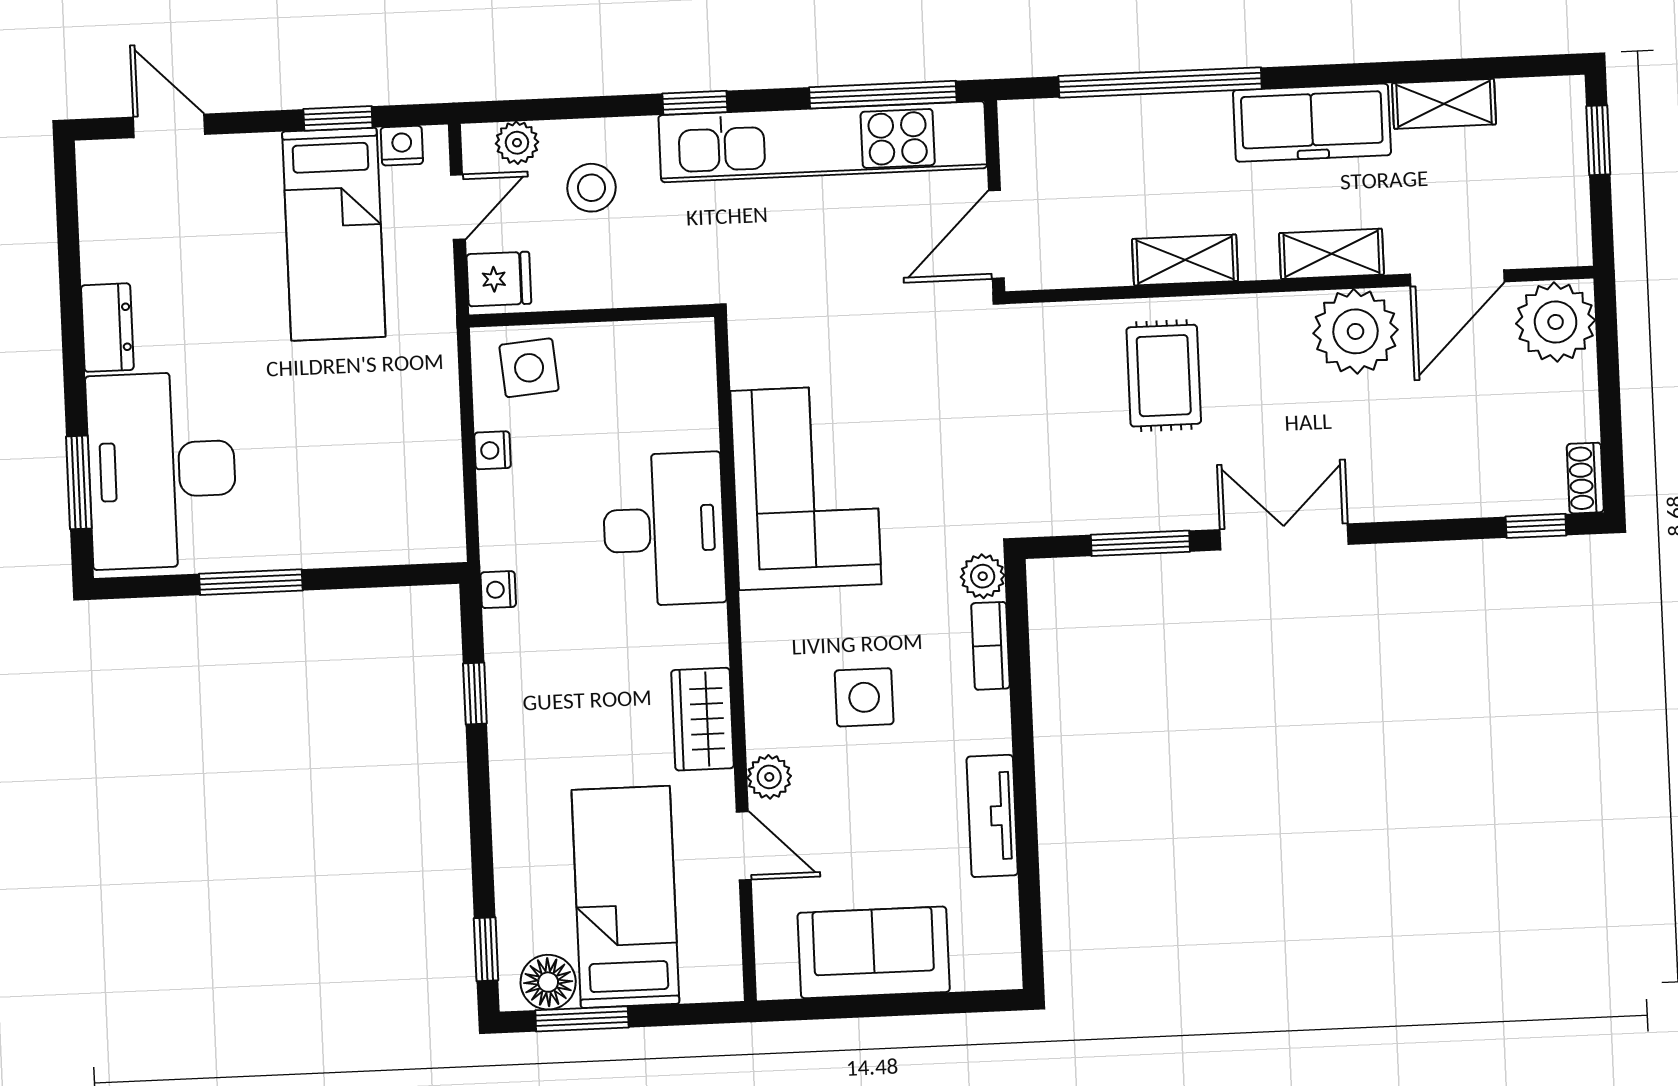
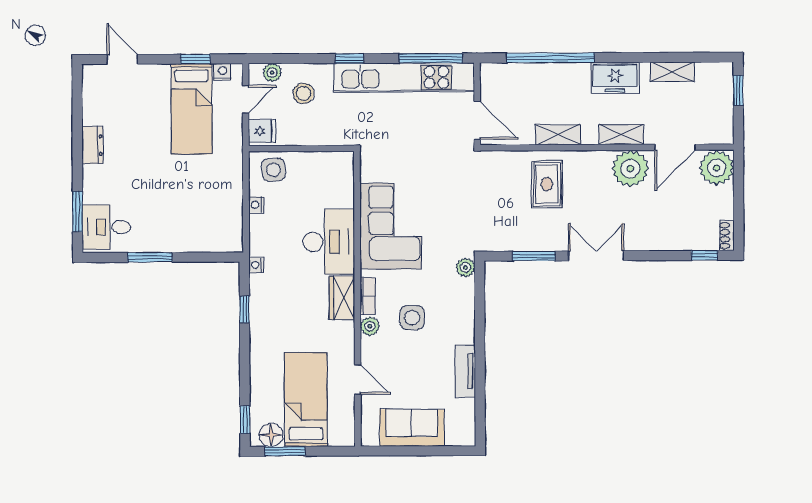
freezer: (1312, 123) -> (615, 78), width x0.71
door: (996, 234) -> (477, 120), swing flipped
desk: (162, 470) -> (106, 227), width x0.53, depth x0.77
bookcase: (990, 646) -> (368, 296), moved, turned 180
wardrobe: (702, 719) -> (342, 298), moved
plant: (769, 777) -> (370, 326), moved

